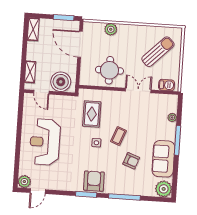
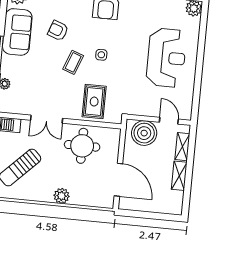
window: (64, 18) -> (138, 214), removed
shelving: (33, 29) -> (179, 176), moved
plant: (111, 29) -> (62, 196), moved
rug: (92, 114) -> (94, 102), moved

